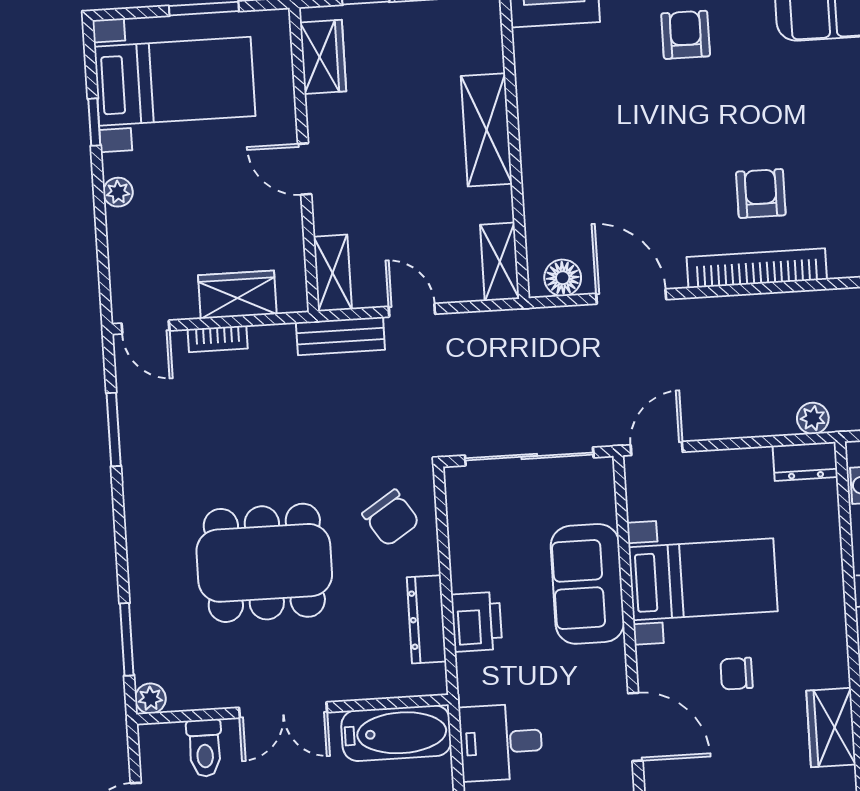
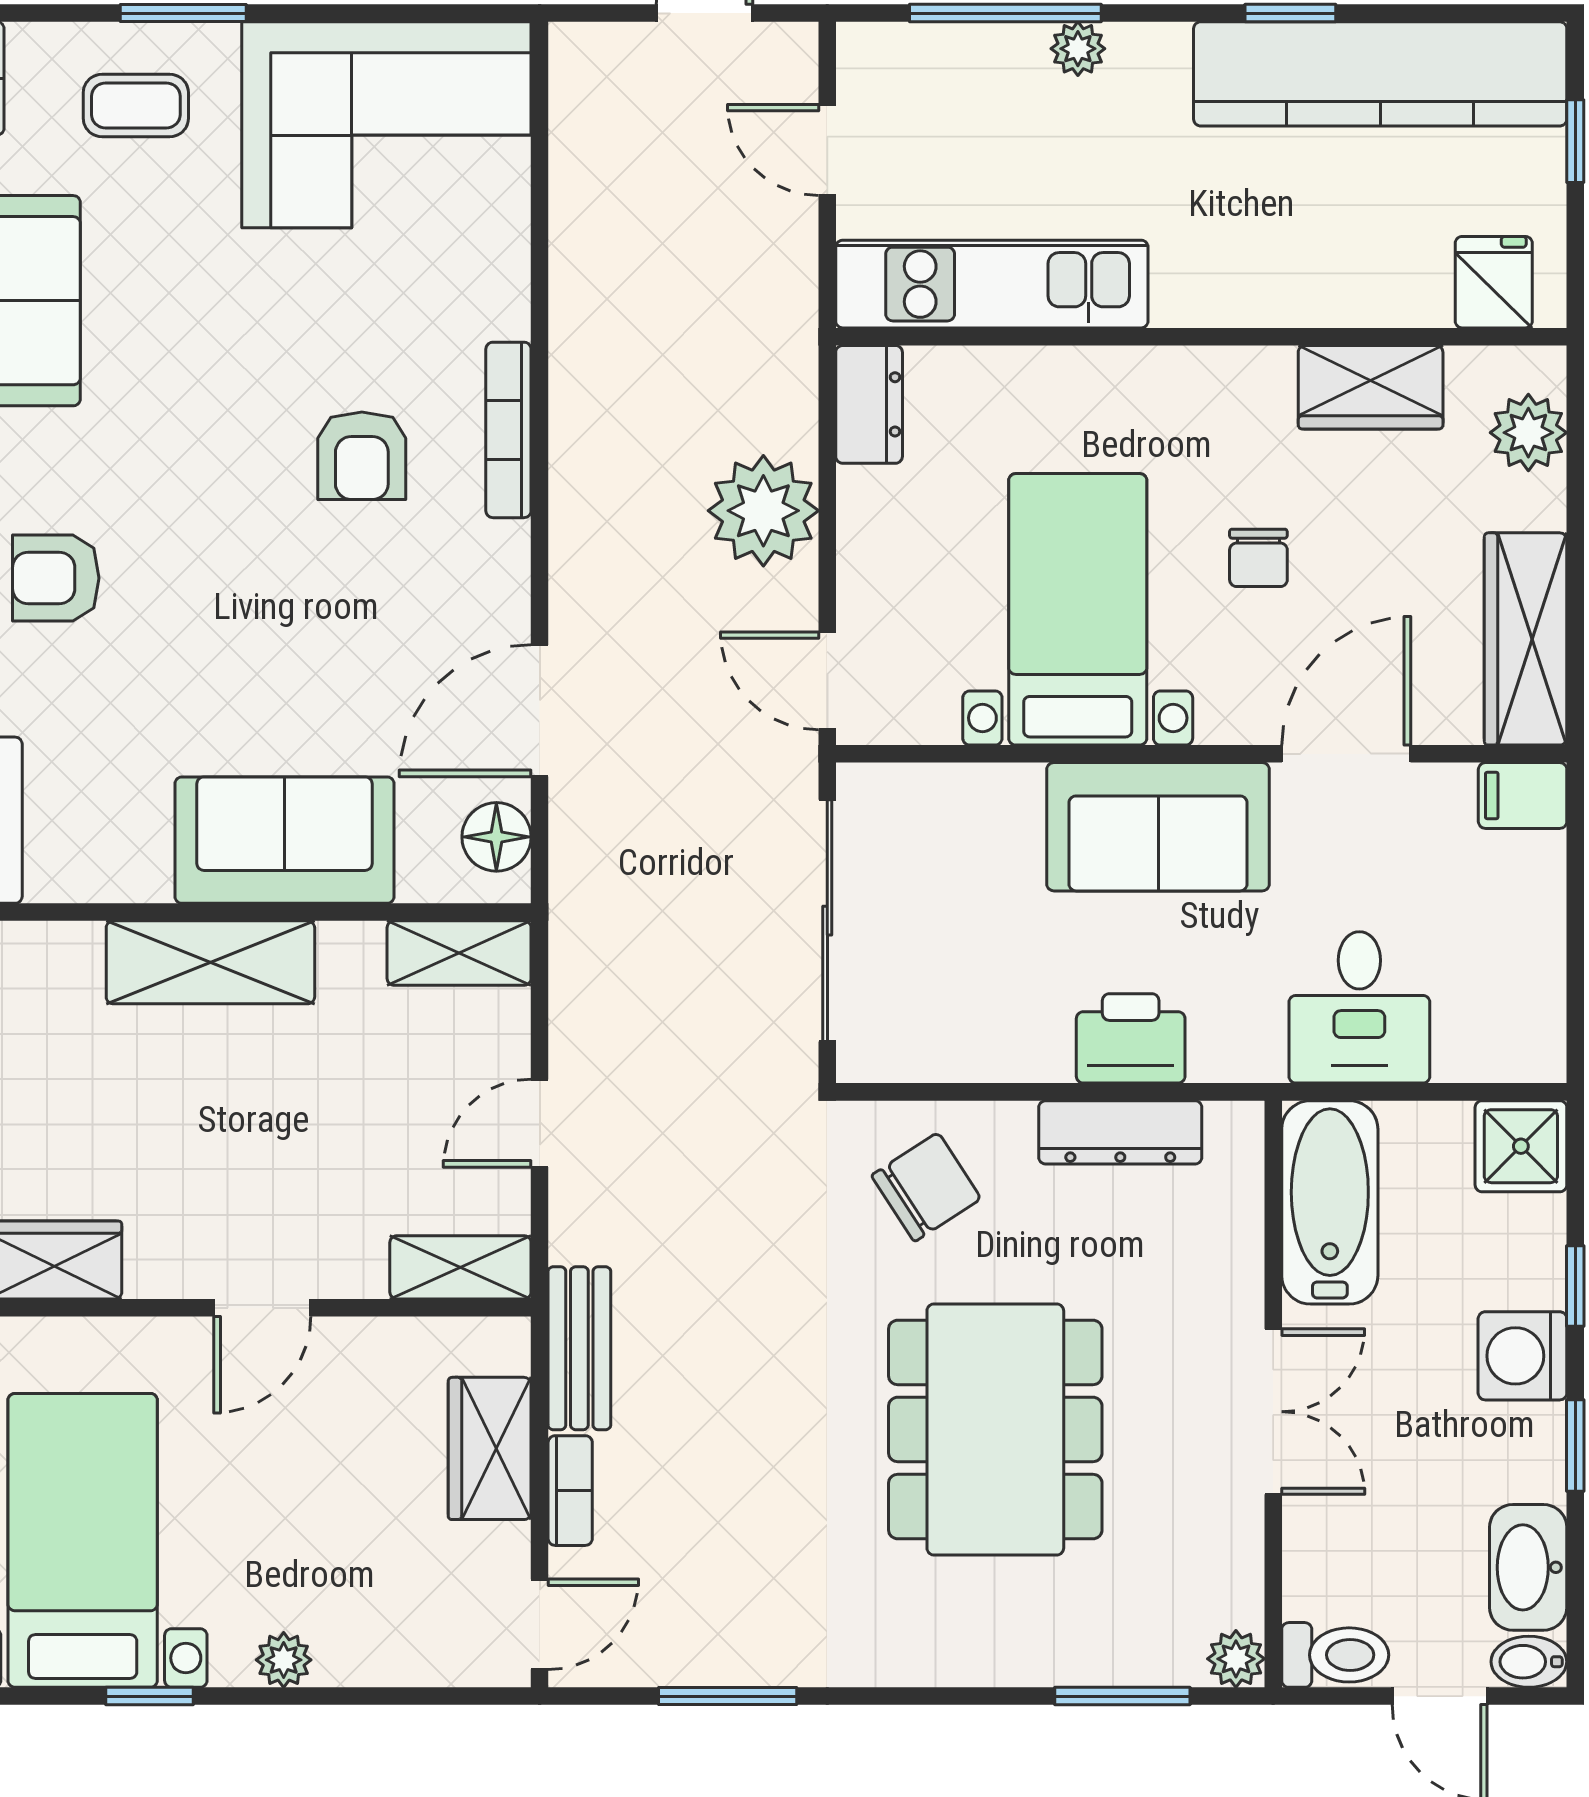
sofa: (554, 165) -> (284, 840), added
armchair: (761, 193) -> (362, 456), turned -90
bookcase: (757, 268) -> (508, 430), width x0.68, depth x0.76
bench: (340, 336) -> (579, 1348), moved
plant: (813, 418) -> (763, 511), moved, width x1.87, depth x1.87
sofa: (587, 584) -> (1158, 827), moved
toilet: (205, 748) -> (1335, 1655), moved

